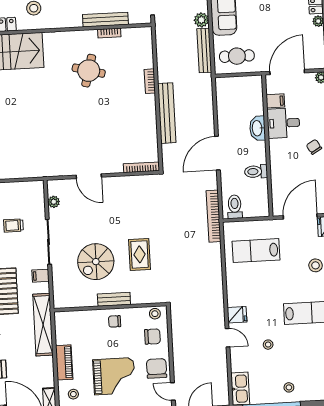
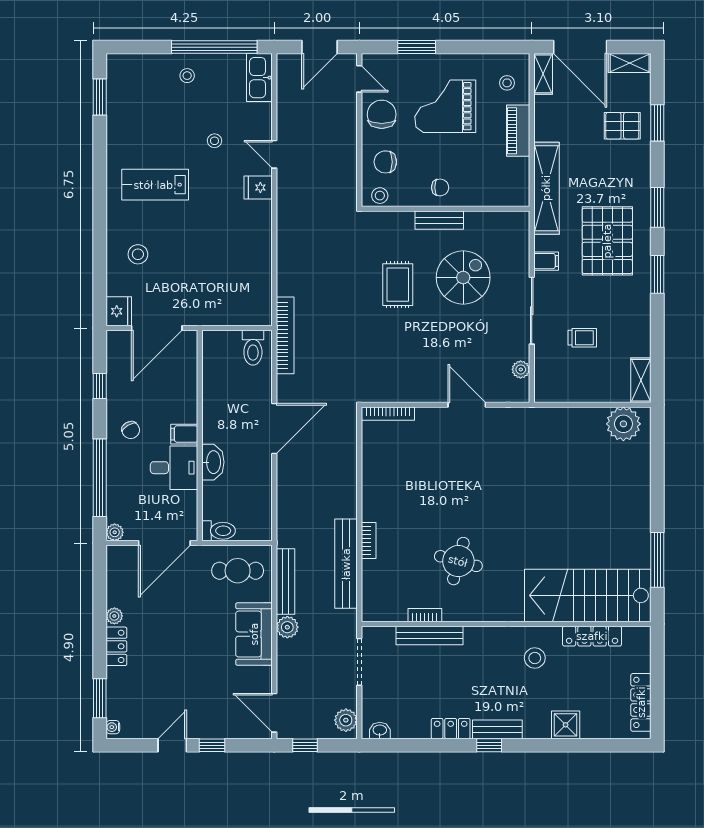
filing cabinet: (275, 101) -> (184, 434), moved
bench: (167, 113) -> (346, 564), moved
toilet: (256, 172) -> (219, 531), moved
lab bench: (256, 251) -> (225, 281), removed
chair: (157, 368) -> (382, 114), turned 180

